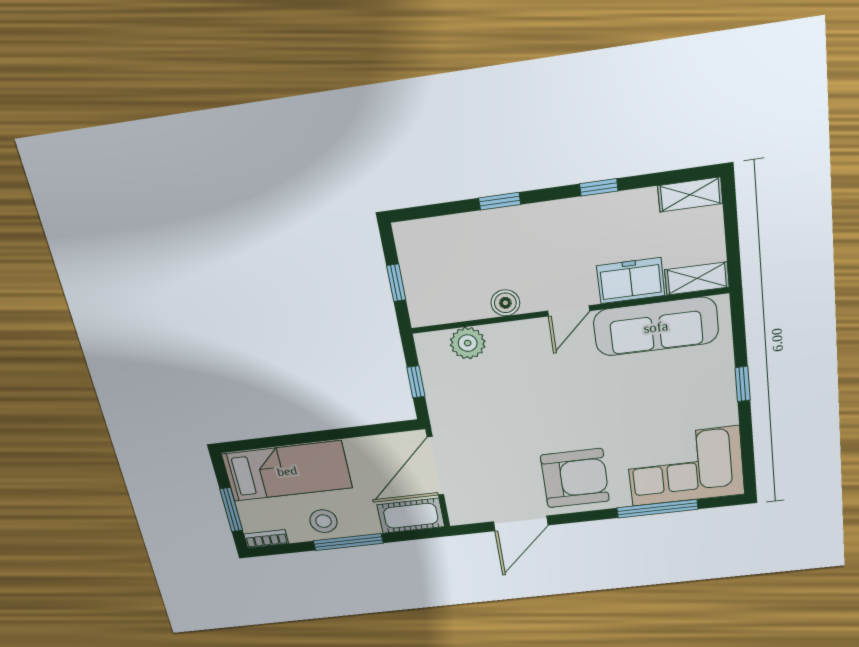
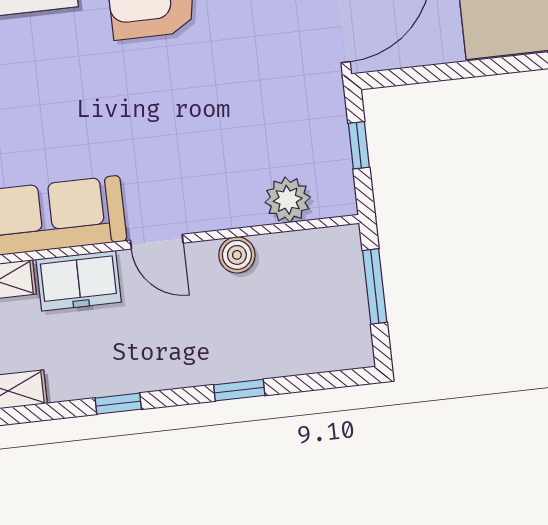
window: (396, 283) -> (375, 286), width x1.50
door: (569, 311) -> (157, 242), swing flipped

